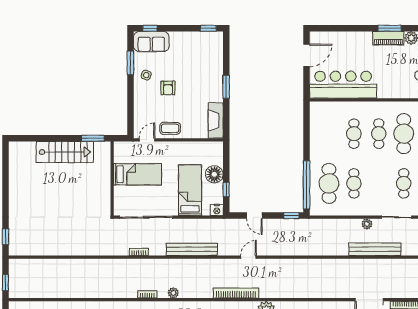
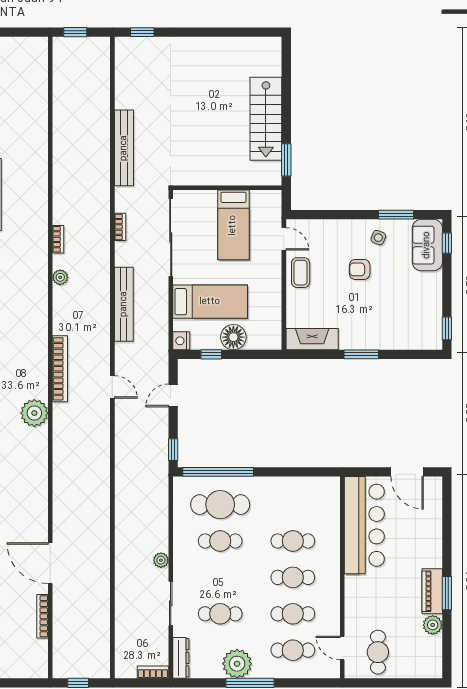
cafe table: (404, 134) -> (293, 614), width x0.73, depth x0.74
bench: (375, 249) -> (124, 148), moved

